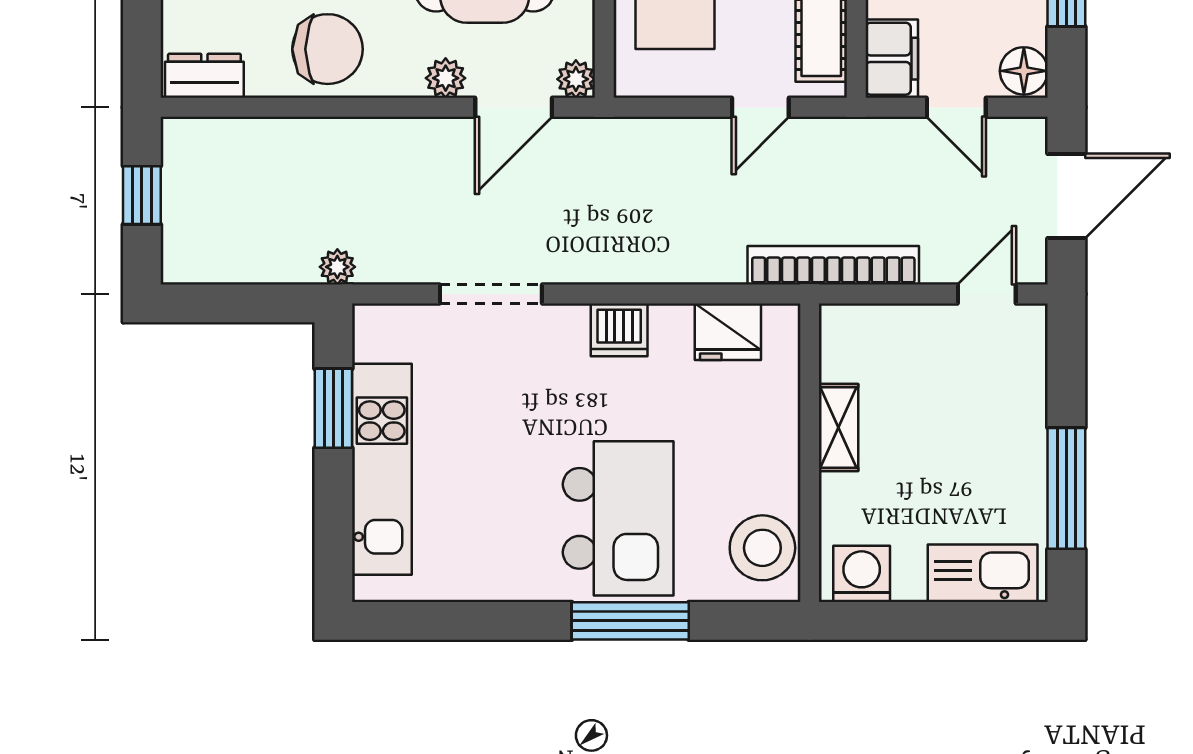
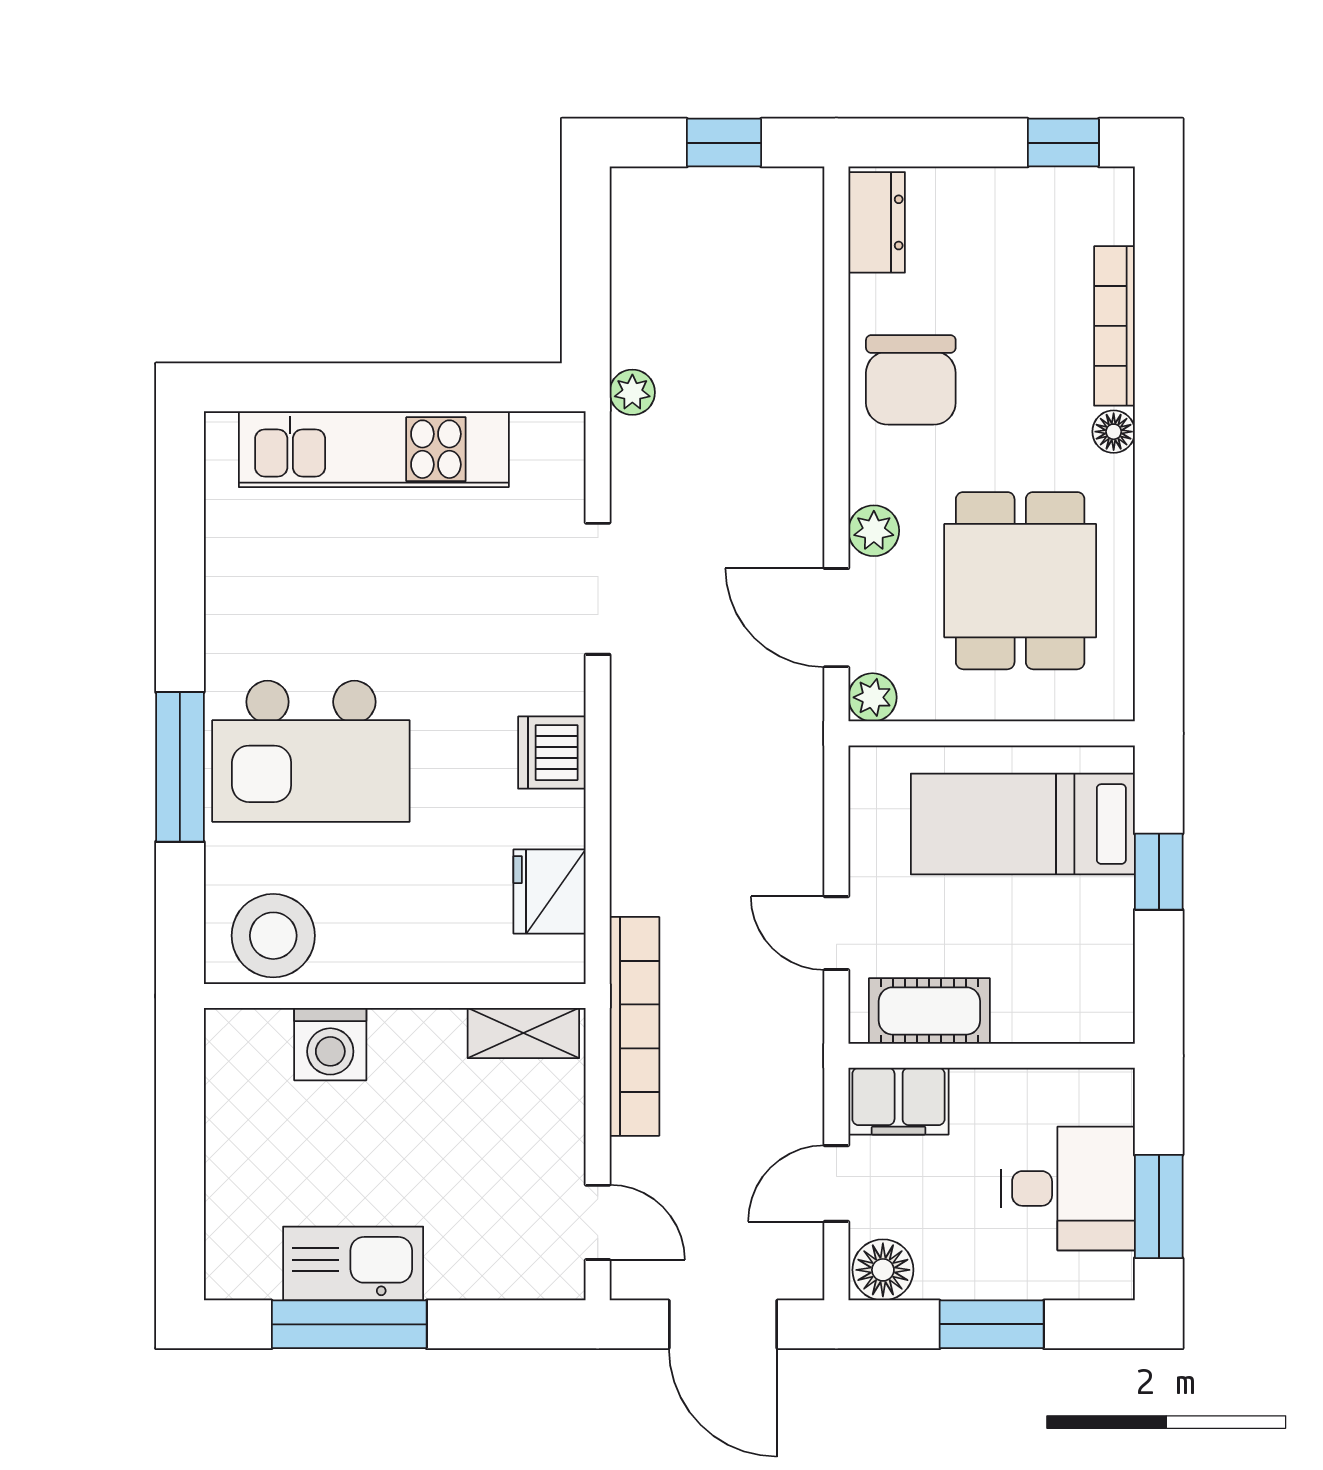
window: (333, 408) -> (452, 387), removed
shelving: (839, 428) -> (523, 1033), moved
kitchen sink: (983, 573) -> (353, 1263), moved, turned -90
washing machine: (862, 574) -> (330, 1044), moved, turned 90

